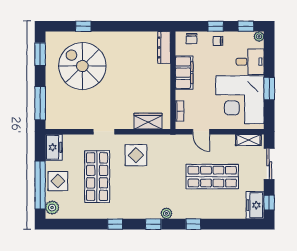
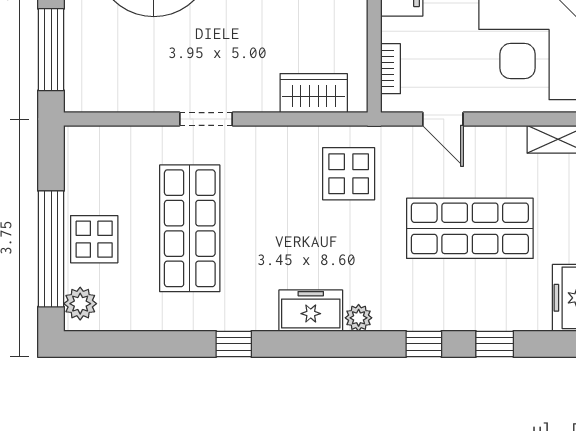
freezer: (54, 147) -> (311, 311), moved, turned -90
display table: (136, 155) -> (349, 174), moved
window: (153, 224) -> (495, 344), moved

